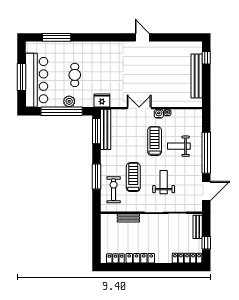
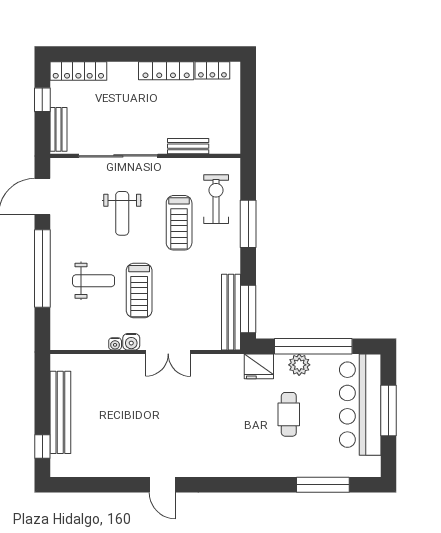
fridge: (102, 100) -> (259, 366), moved
exercise bike: (114, 190) -> (216, 199), turned 180

